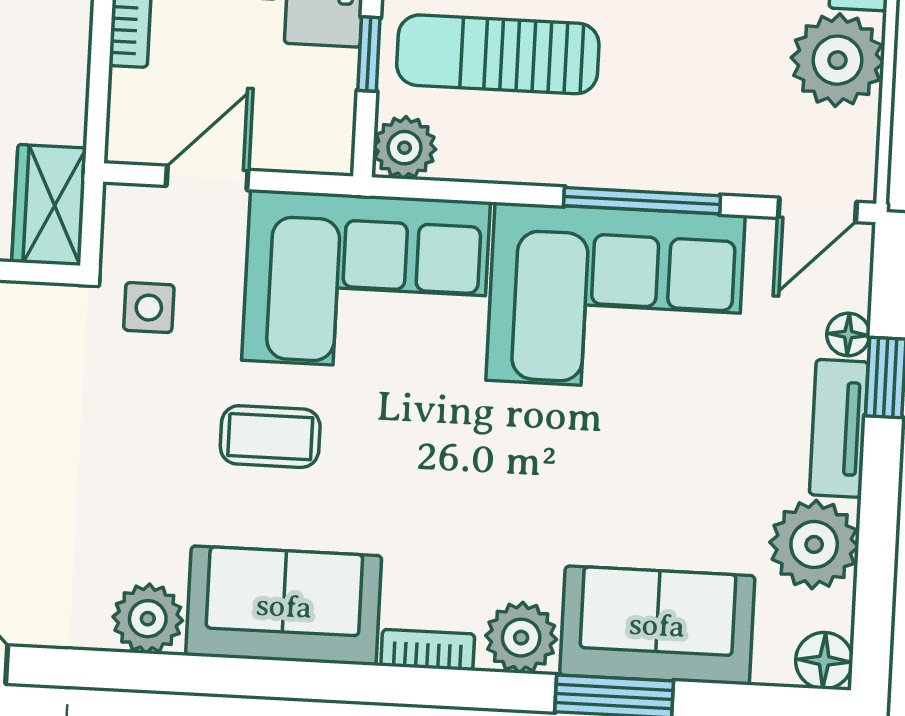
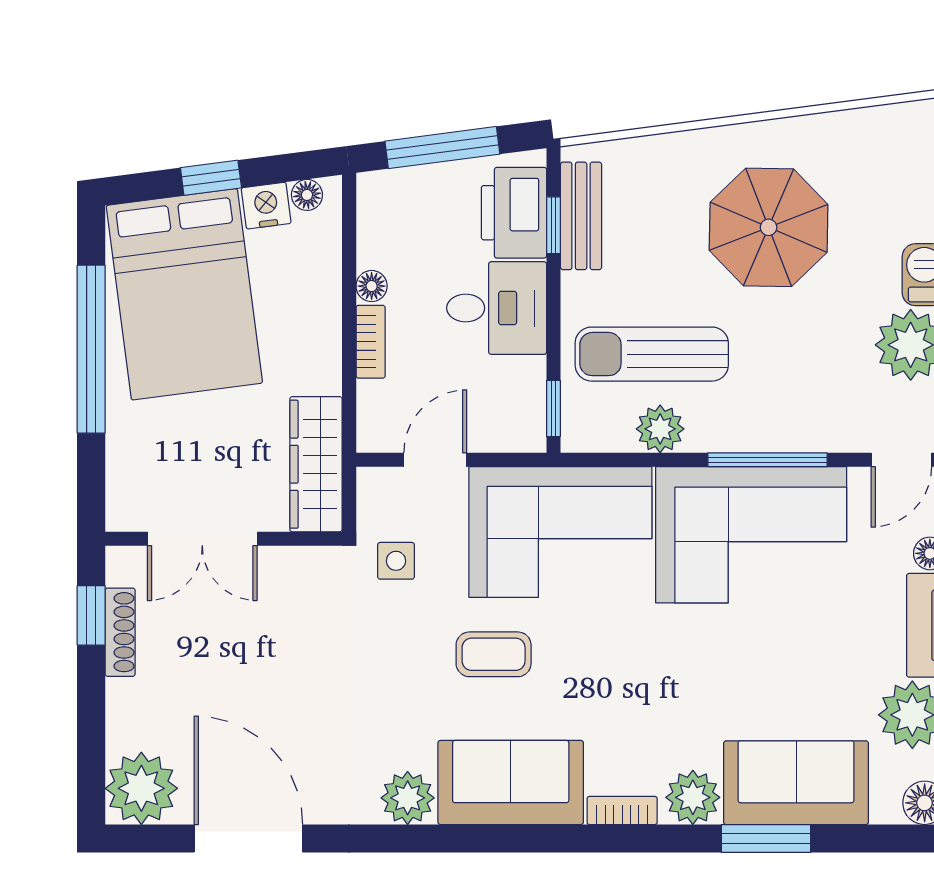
window: (369, 54) -> (554, 408), moved
plant: (405, 148) -> (660, 429), moved
wardrobe: (49, 205) -> (316, 464), width x1.50

